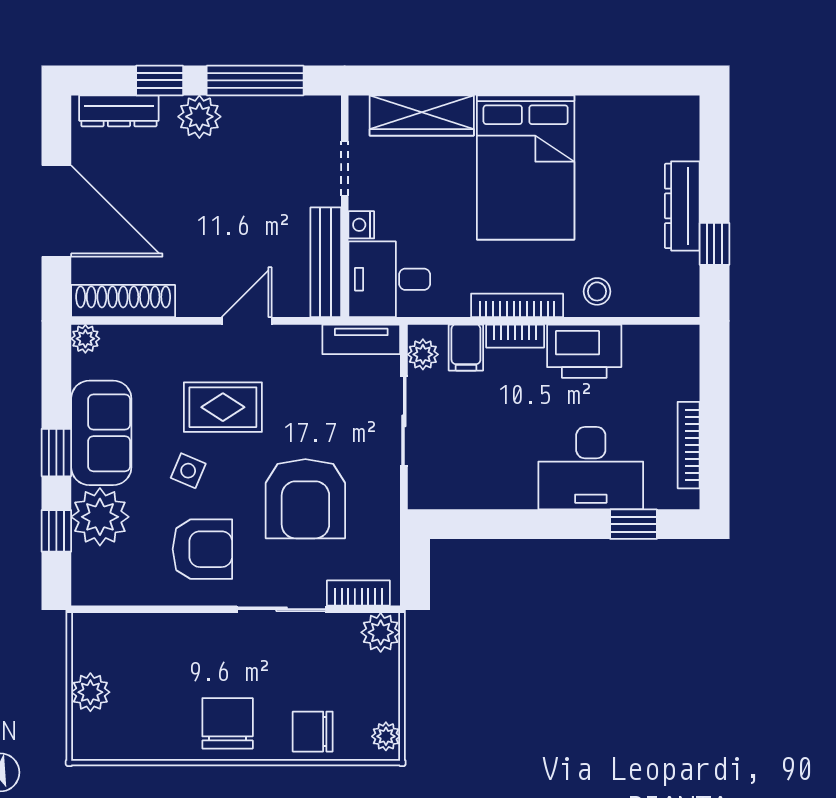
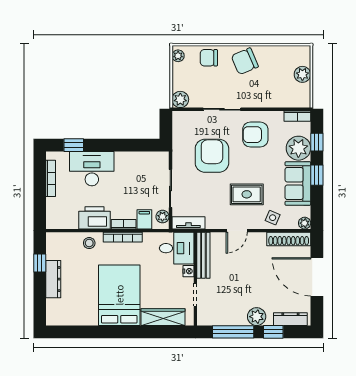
side table: (188, 471) -> (273, 218), moved
bookcase: (358, 593) -> (297, 116), moved
chair: (228, 723) -> (245, 61), turned 67
chair: (313, 732) -> (209, 58), turned 180

